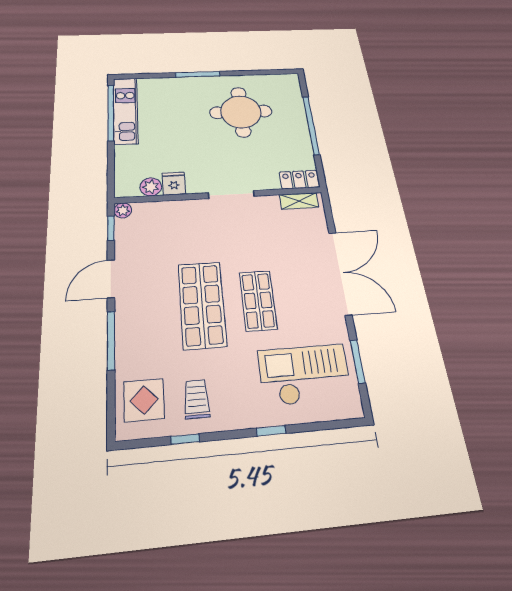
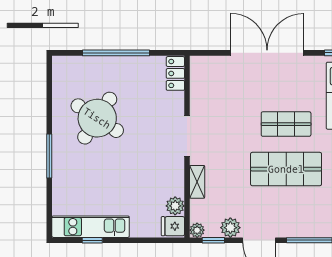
round table: (241, 112) -> (97, 118), turned 33
window: (111, 113) -> (92, 240), width x0.32
fridge: (174, 183) -> (173, 226), moved
shelving: (299, 201) -> (197, 182), moved
plant: (126, 246) -> (230, 228), added

